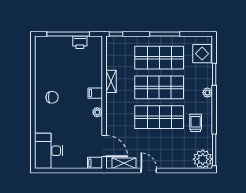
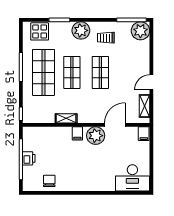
printer: (80, 42) -> (29, 158), moved
shop shelf: (159, 87) -> (72, 72), width x0.70, depth x0.74
plant: (207, 93) -> (81, 30), width x1.88, depth x1.88
chair: (52, 97) -> (49, 181), moved
plant: (97, 112) -> (96, 136), width x1.87, depth x1.87
shop shelf: (159, 117) -> (100, 72), width x0.70, depth x0.74
door: (104, 146) -> (115, 125), moved

